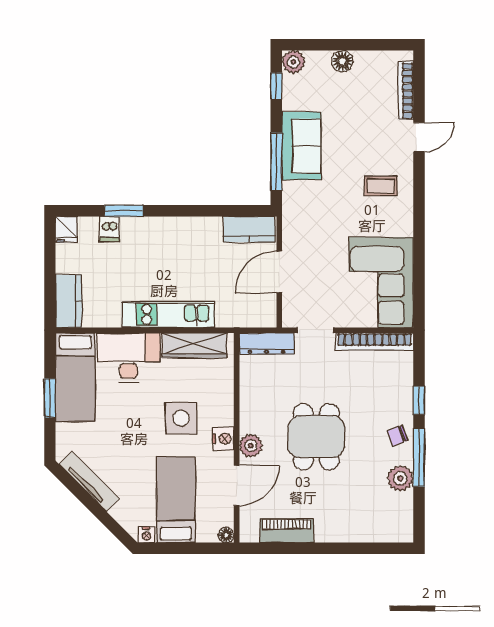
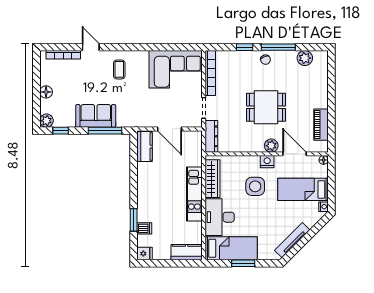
plant: (400, 478) -> (305, 58), moved

